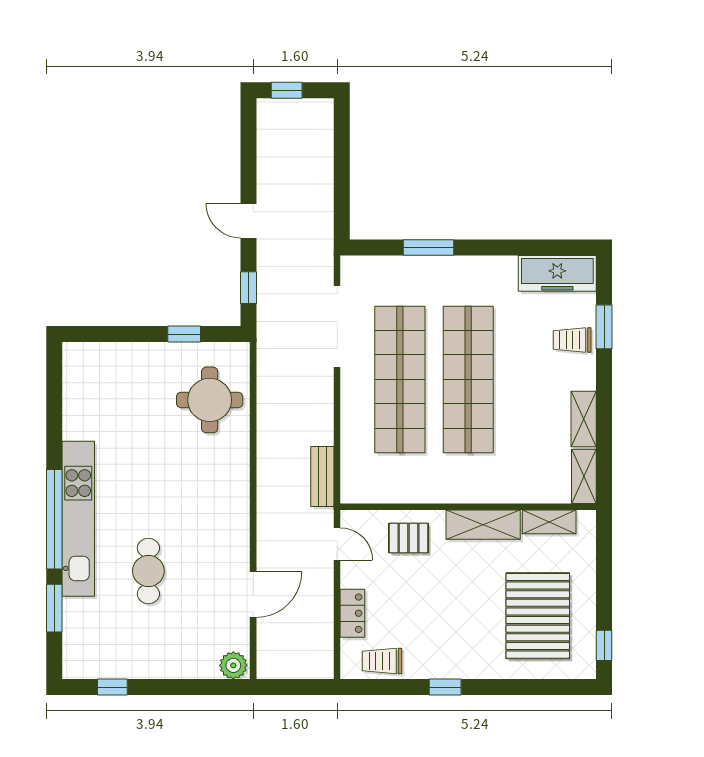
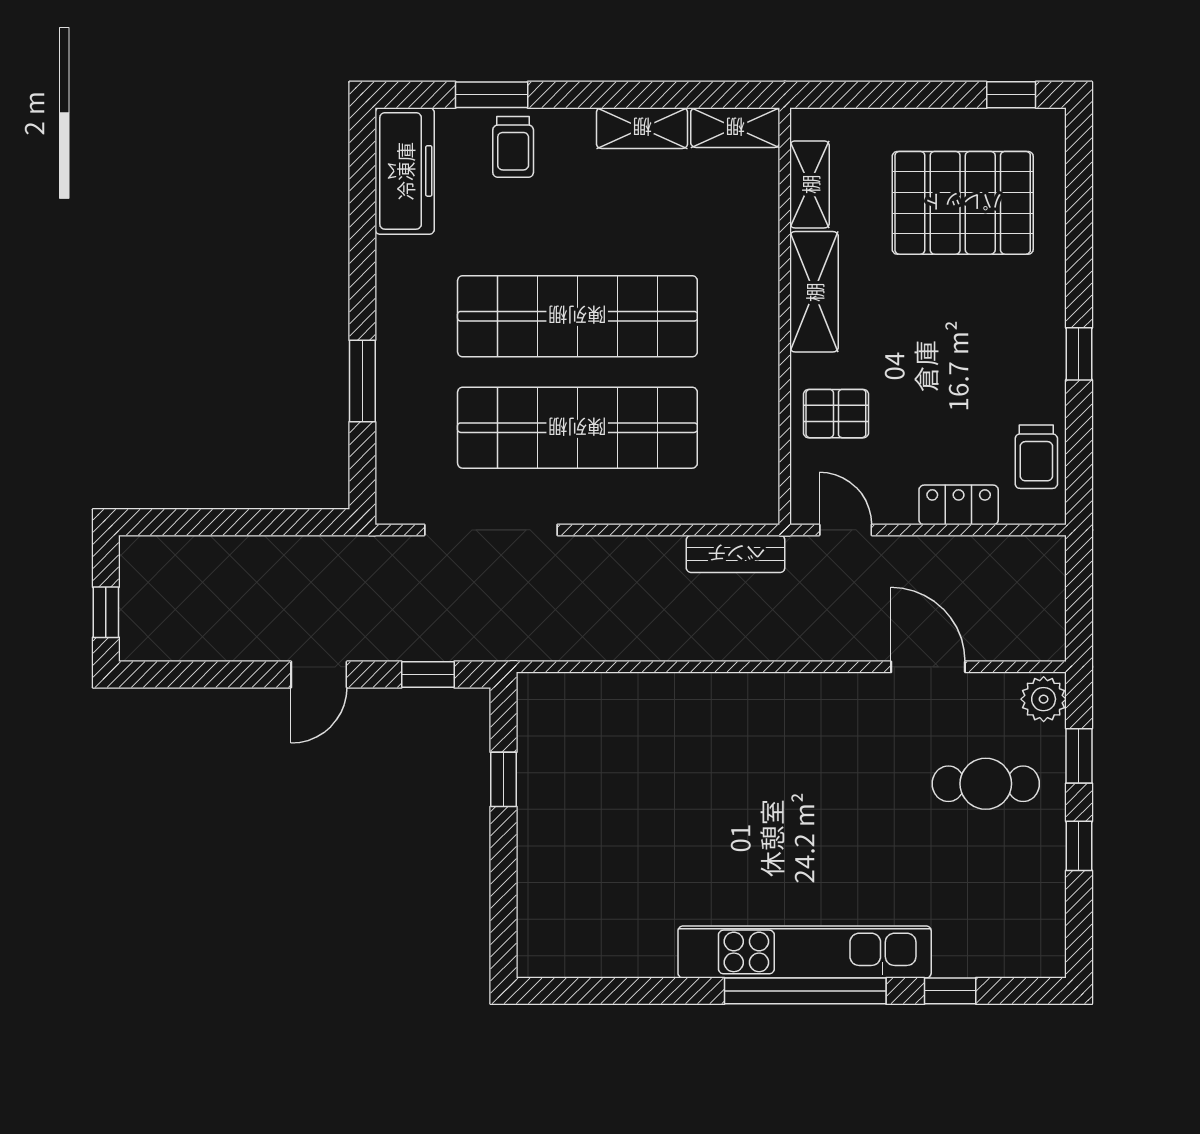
round table: (210, 400) -> (611, 738), removed
pallet: (409, 538) -> (836, 414), turned 90
door: (337, 544) -> (846, 530), hinge flipped
cafe table: (148, 571) -> (986, 784), moved
window: (54, 608) -> (950, 991), width x0.67
window: (112, 687) -> (1079, 846), moved
window: (198, 687) -> (1079, 756), added

